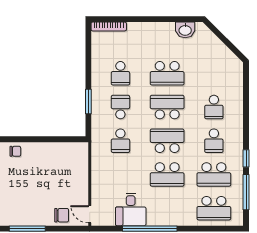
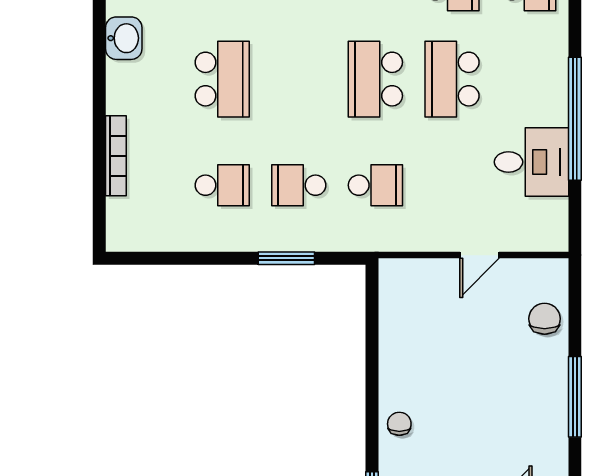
bookcase: (109, 27) -> (116, 156), moved
school desk: (167, 107) -> (299, 79), removed
school desk: (167, 174) -> (452, 79), turned 180
door: (90, 214) -> (480, 255), moved

